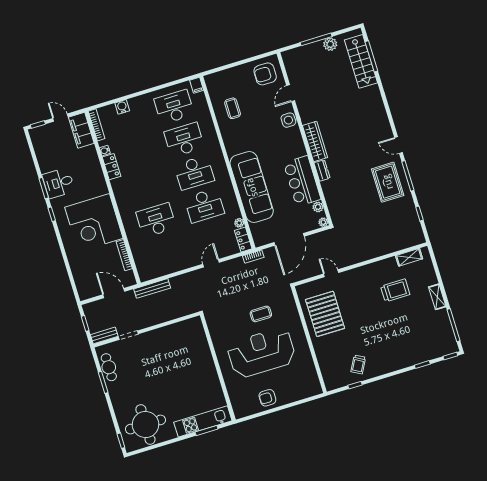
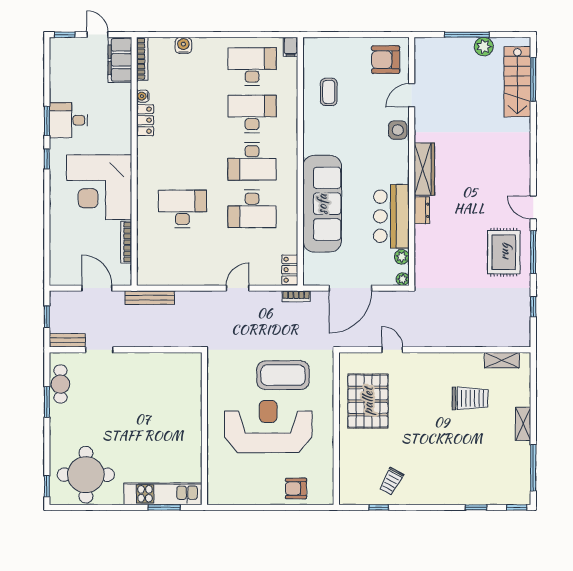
plant: (239, 223) -> (291, 246), removed
coffee table: (261, 314) -> (283, 375), width x1.86, depth x1.72
armchair: (267, 398) -> (296, 488), moved

